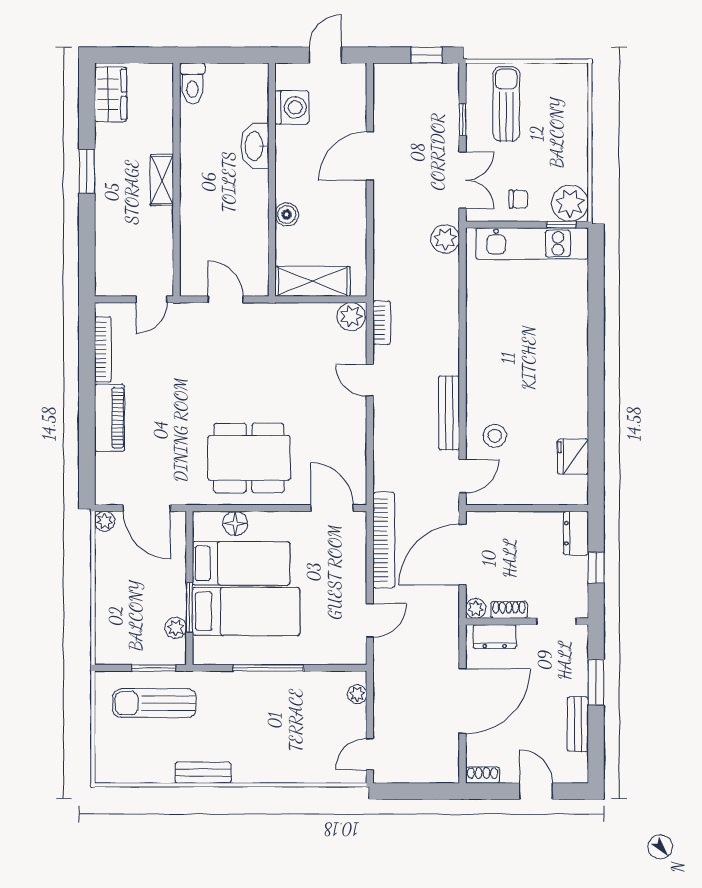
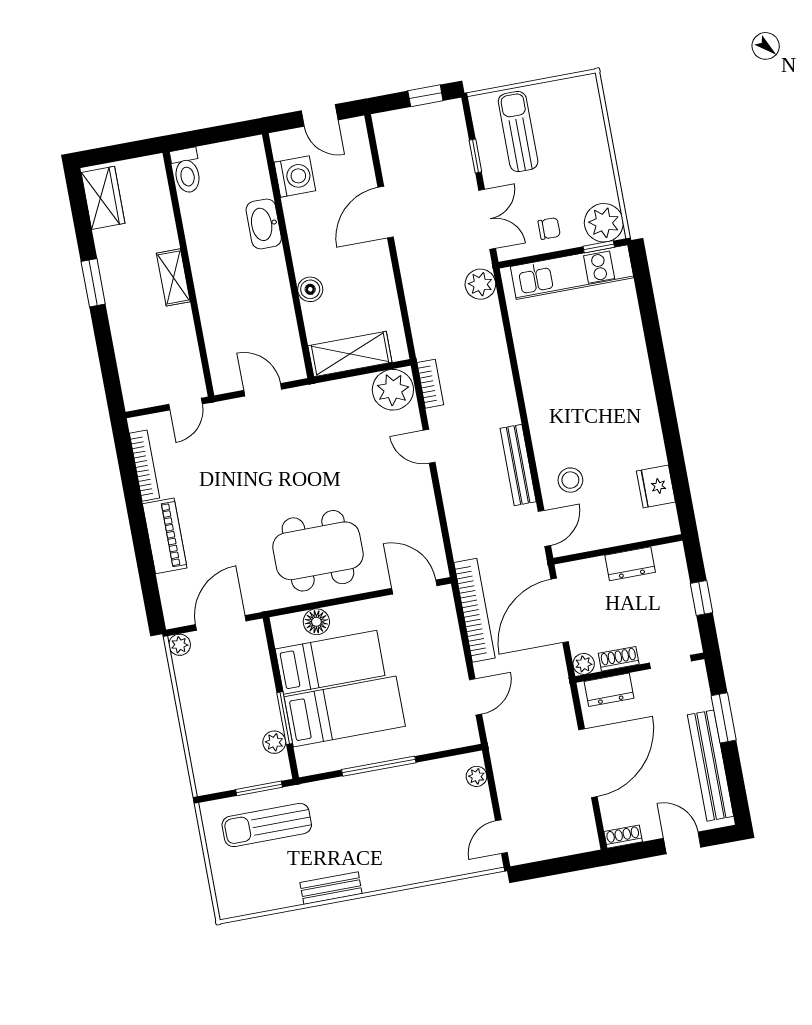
door: (325, 55) -> (320, 115), swing flipped
plant: (351, 317) -> (393, 390), width x1.36, depth x1.36
door: (147, 508) -> (221, 623), swing flipped
dresser: (576, 533) -> (630, 564), moved, turned -90
bench: (578, 724) -> (710, 766), width x1.86, depth x1.21

